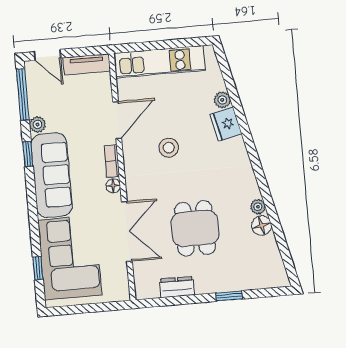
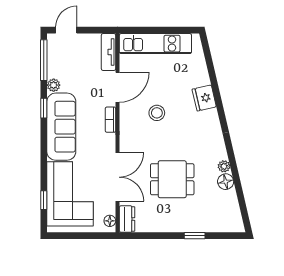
door: (47, 55) -> (66, 30), swing flipped
tv unit: (87, 64) -> (109, 52), moved, turned 90
plant: (222, 100) -> (203, 78), removed
floor lamp: (113, 186) -> (110, 221), moved
dining table: (195, 228) -> (172, 179), turned 90
dresser: (177, 287) -> (127, 219), moved, turned 90

